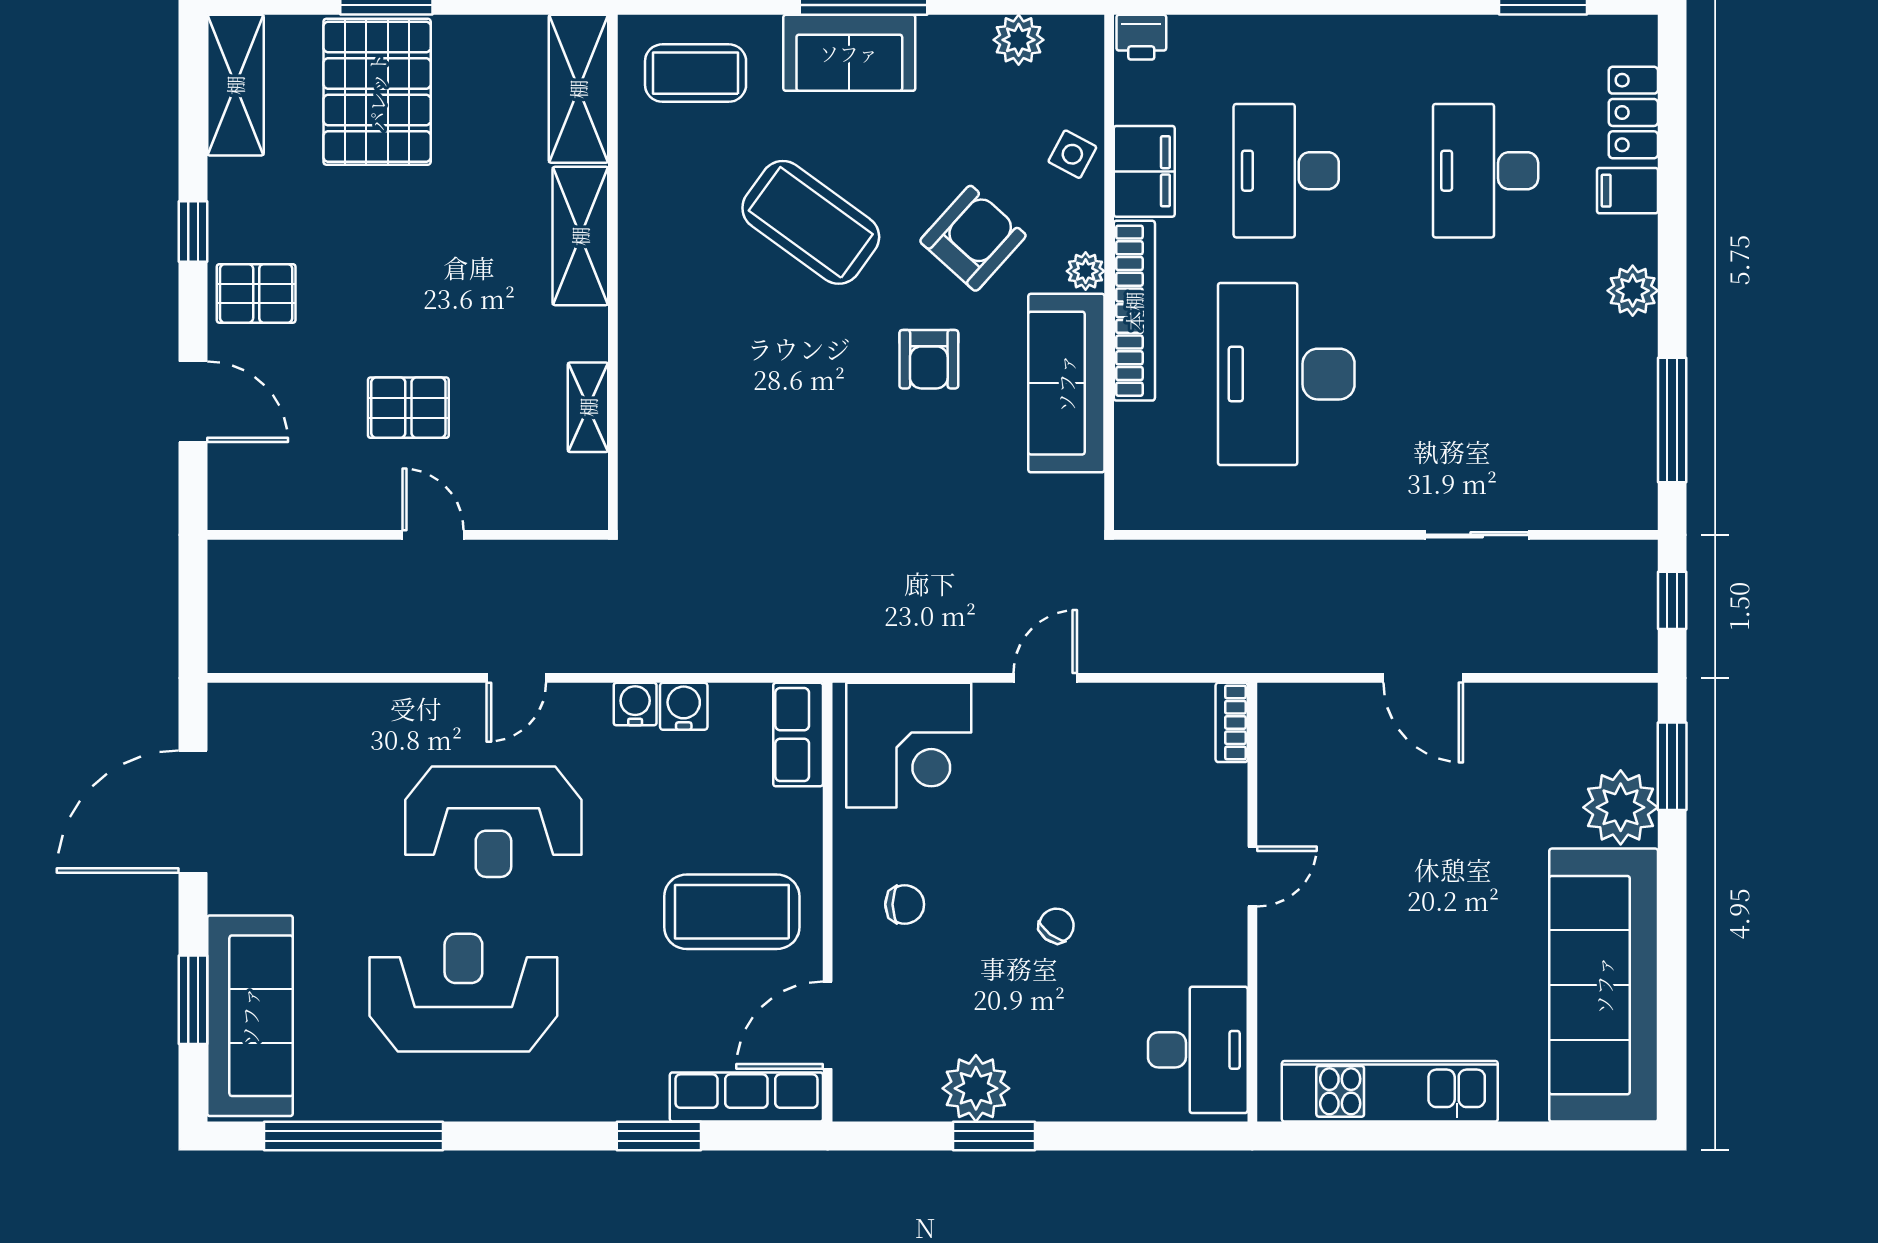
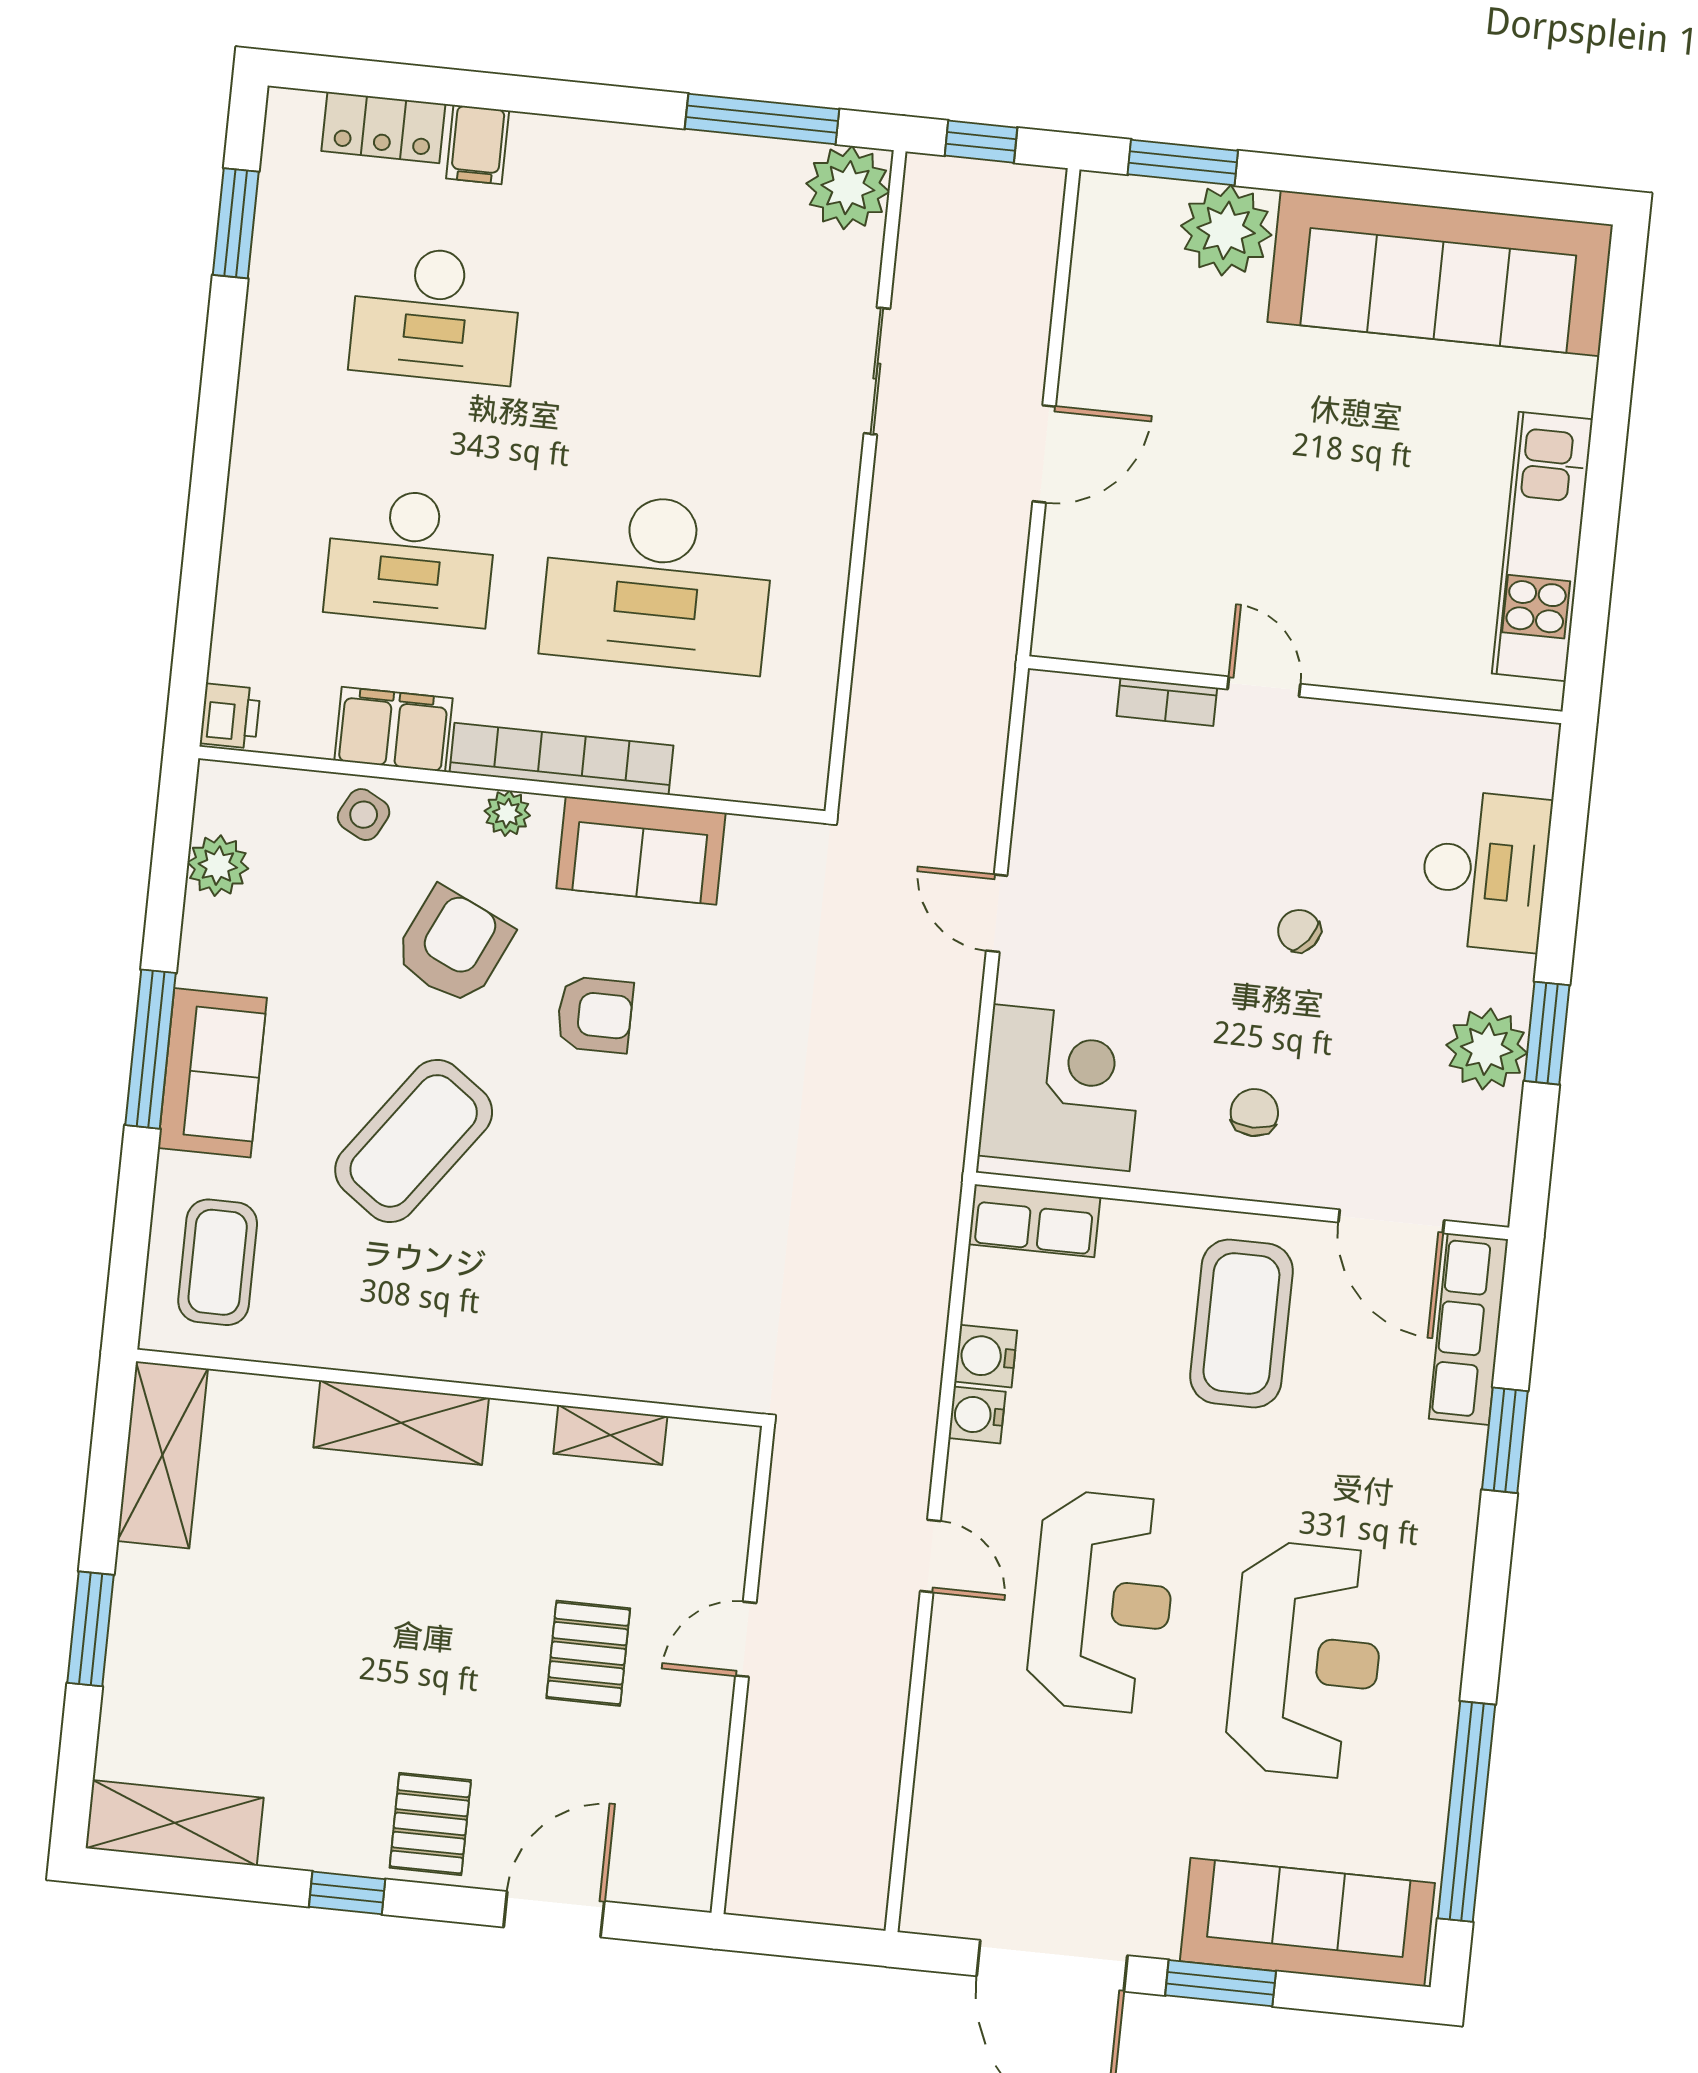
shelving: (578, 89) -> (162, 1455), moved, turned 90
pallet: (377, 92) -> (200, 1652), removed
armchair: (973, 238) -> (453, 946), turned 73
plant: (1633, 291) -> (848, 188), moved, width x1.36, depth x1.36
sofa: (1066, 383) -> (641, 851), width x0.73
bookcase: (1232, 722) -> (1167, 702), moved
reception desk: (463, 993) -> (1306, 1660), turned 180
window: (193, 1000) -> (1221, 1983), moved
desk: (1198, 1050) -> (1485, 871), moved, turned 90

